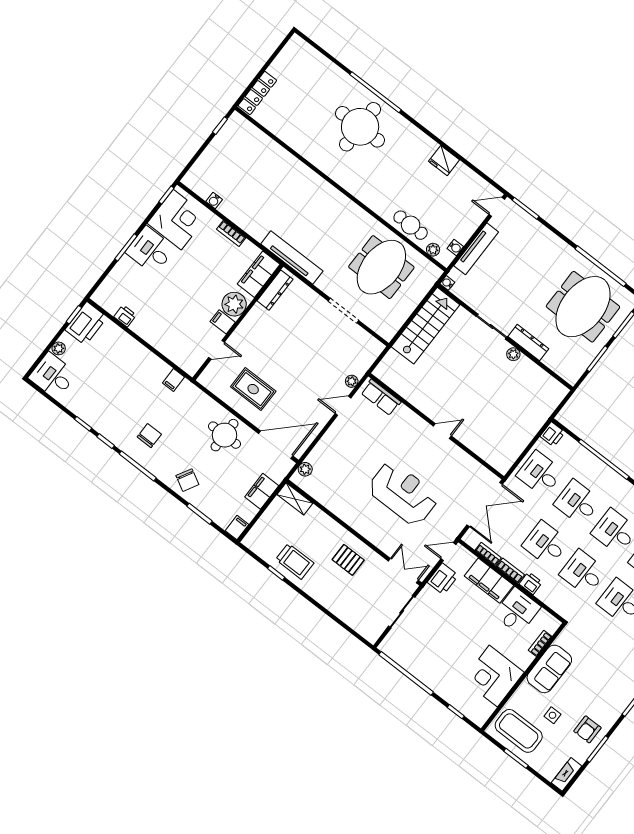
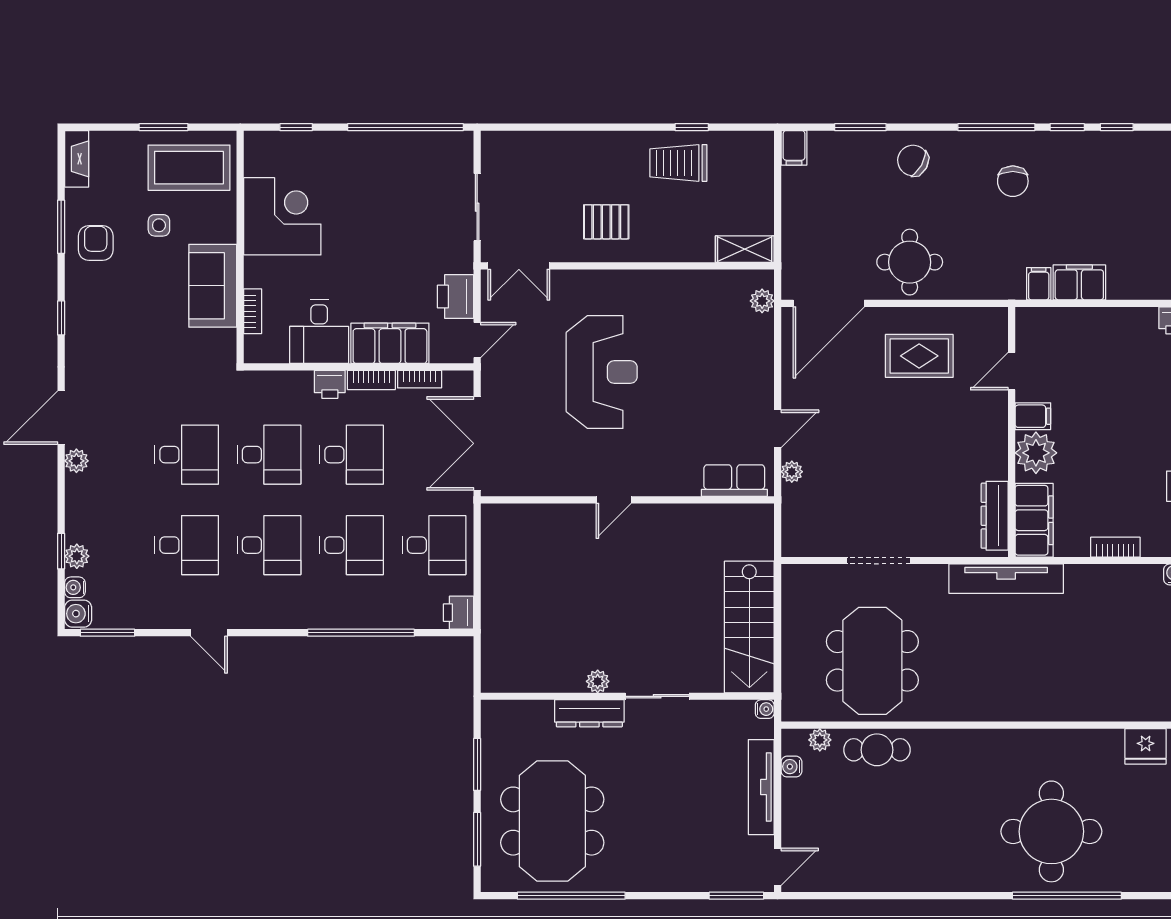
fridge: (444, 161) -> (1146, 746), moved, turned 180
filing cabinet: (262, 491) -> (1079, 282), moved, turned -90
reception desk: (403, 493) -> (602, 372), turned -90

